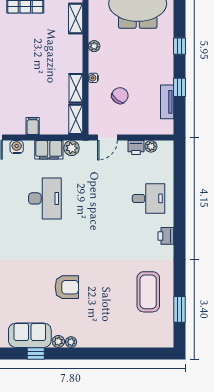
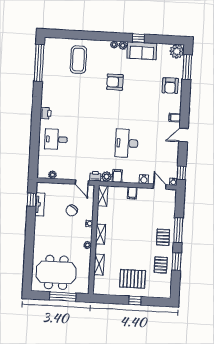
window: (179, 46) -> (29, 242), removed
window: (179, 87) -> (32, 200), moved
shelving: (76, 88) -> (100, 234), moved
door: (107, 138) -> (82, 182), swing flipped
printer: (136, 148) -> (95, 176), moved
filing cabinet: (49, 150) -> (117, 176), width x0.50
coffee table: (148, 292) -> (78, 60), moved
window: (179, 309) -> (39, 63), width x2.11

